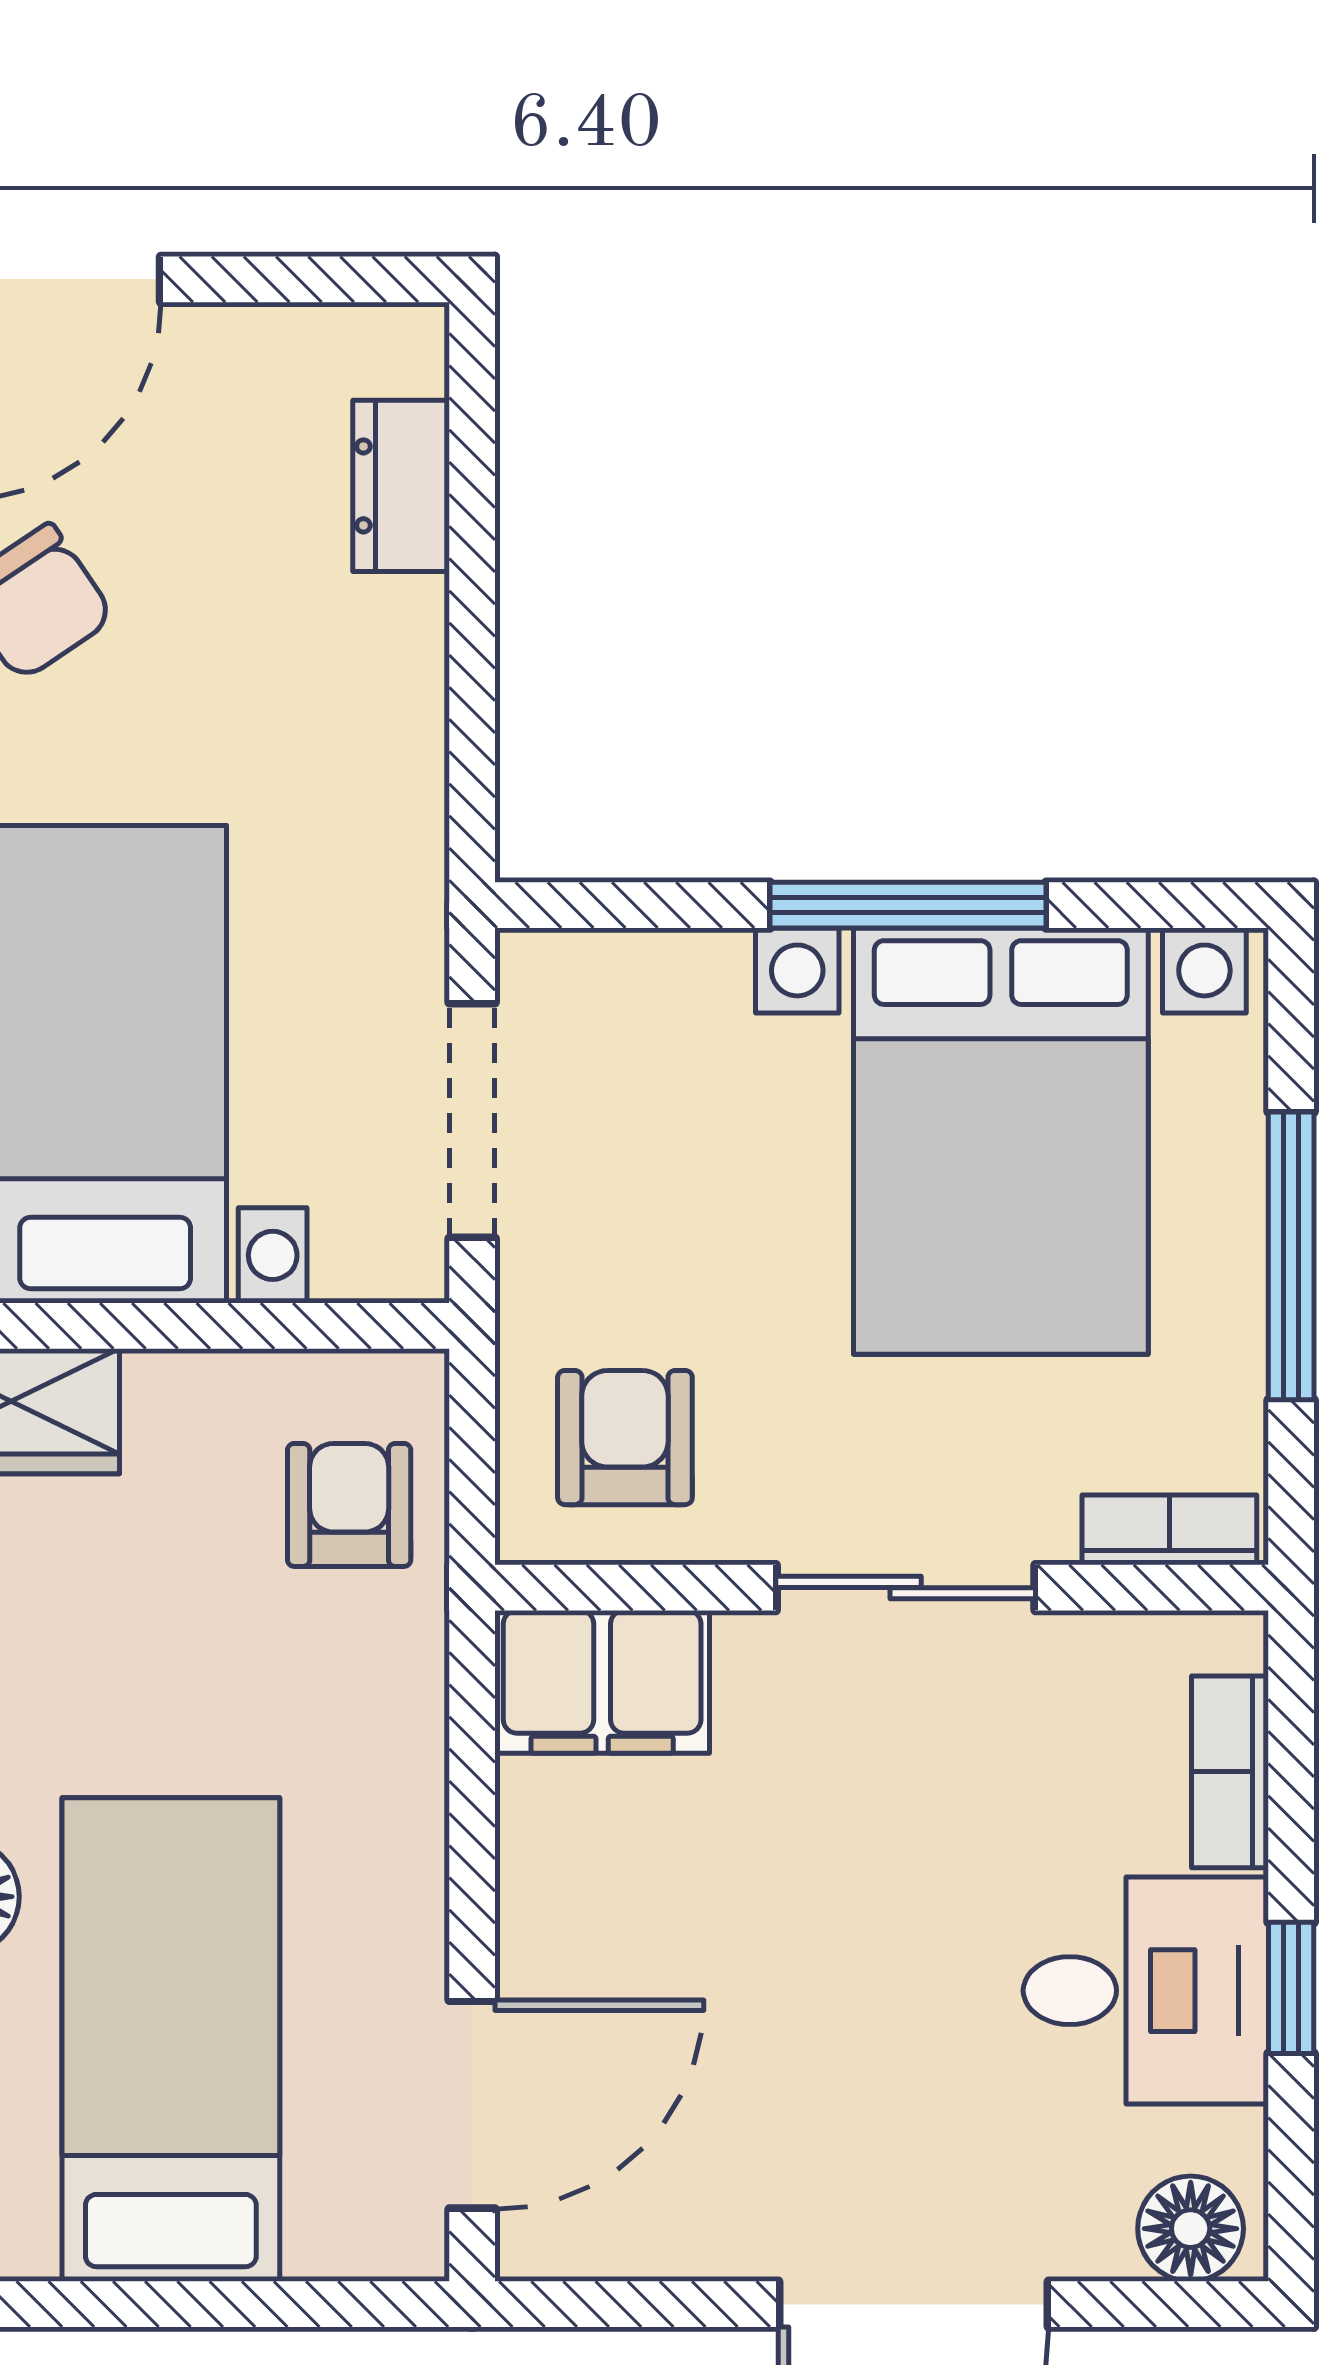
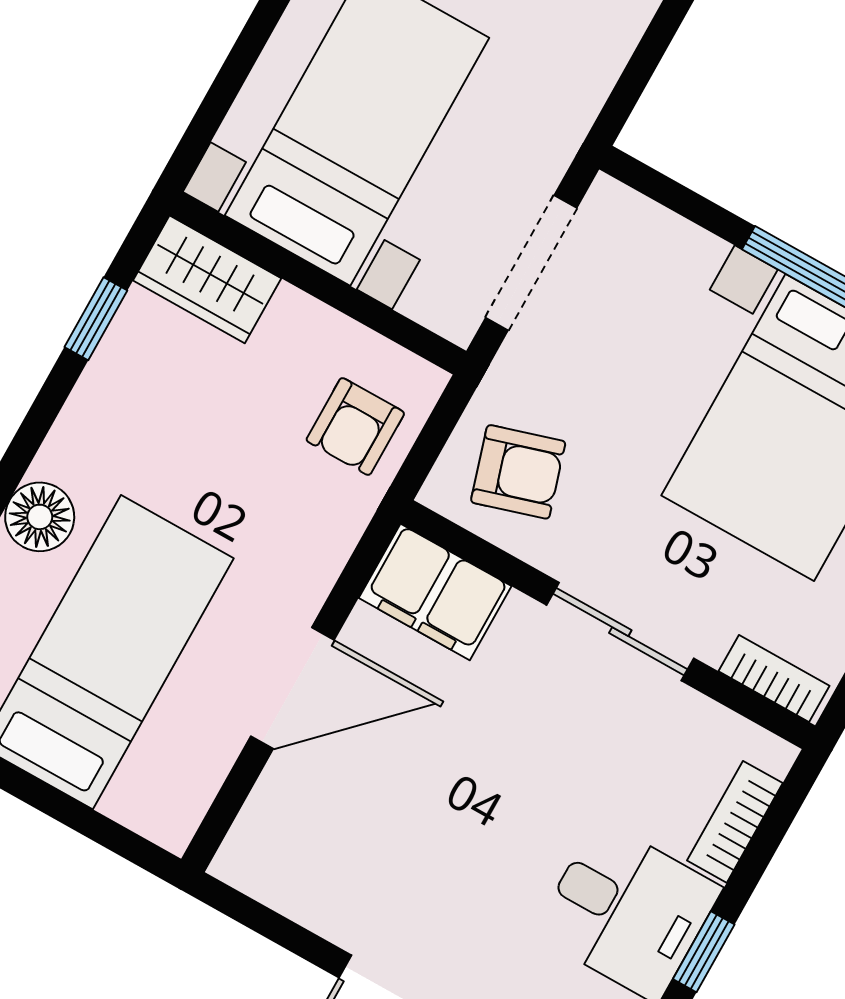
armchair: (625, 1438) -> (518, 472), turned 73
armchair: (349, 1505) -> (355, 427), turned 180
door: (472, 2105) -> (292, 688), moved

